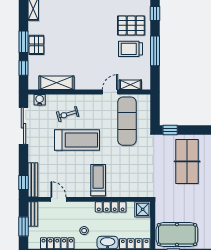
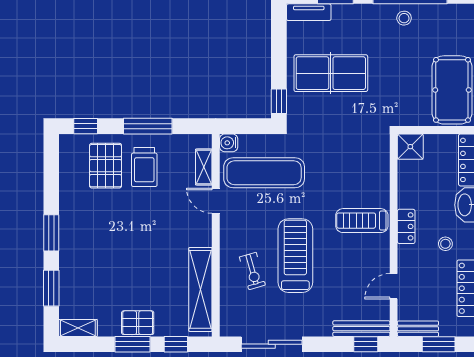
shelving: (57, 83) -> (200, 289), width x1.47
water cooler: (40, 100) -> (229, 143), moved
locker: (111, 207) -> (406, 226), moved, width x0.66

